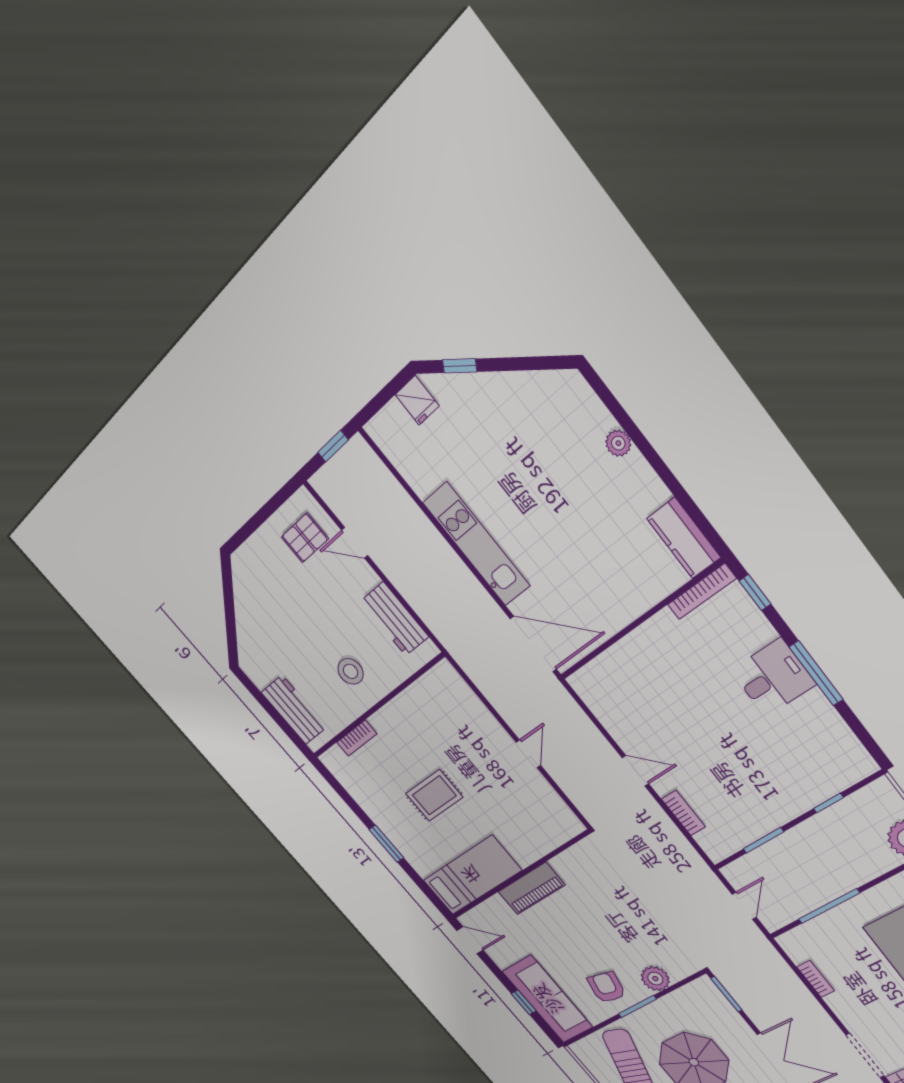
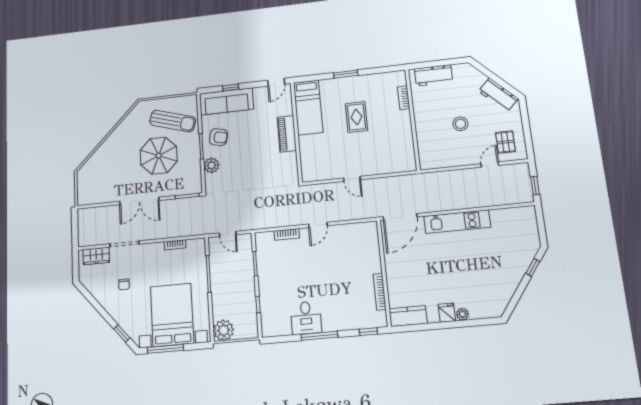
fridge: (417, 400) -> (447, 313), moved, turned 90
bookcase: (702, 592) -> (380, 292), moved
workbench: (395, 619) -> (498, 95), moved, turned -135
stool: (351, 671) -> (460, 124), moved
desk: (773, 677) -> (306, 318), moved

